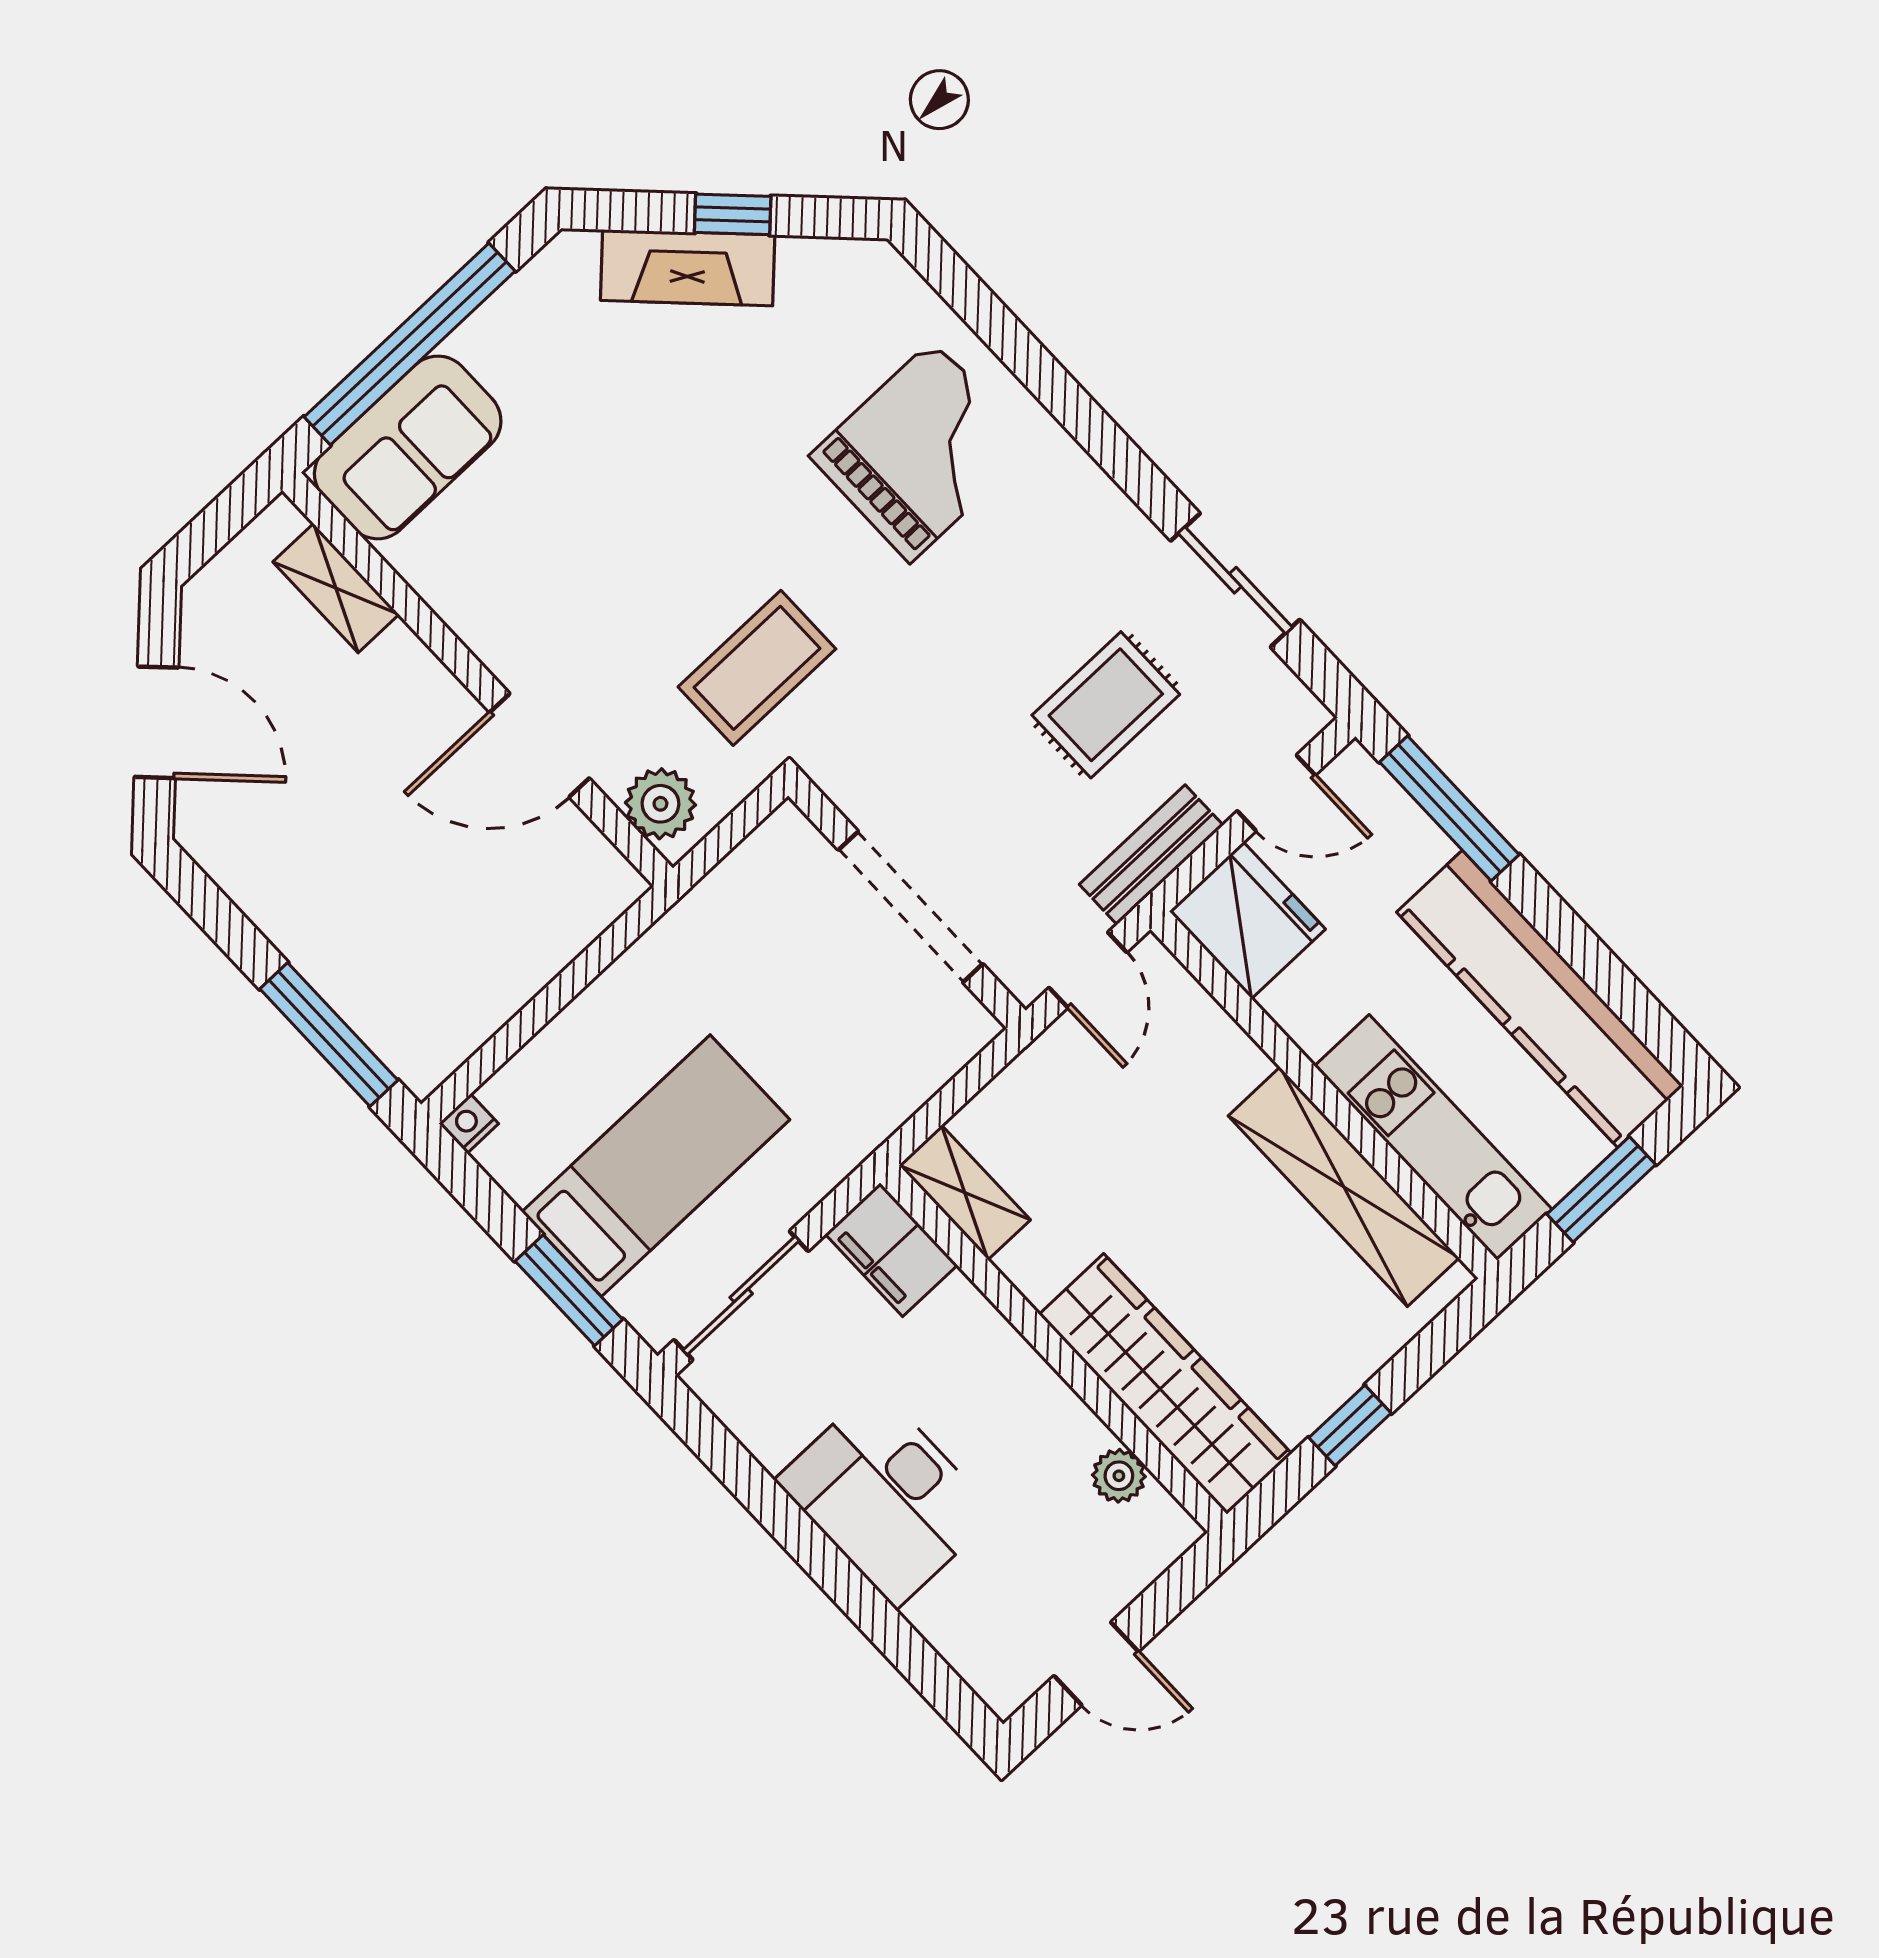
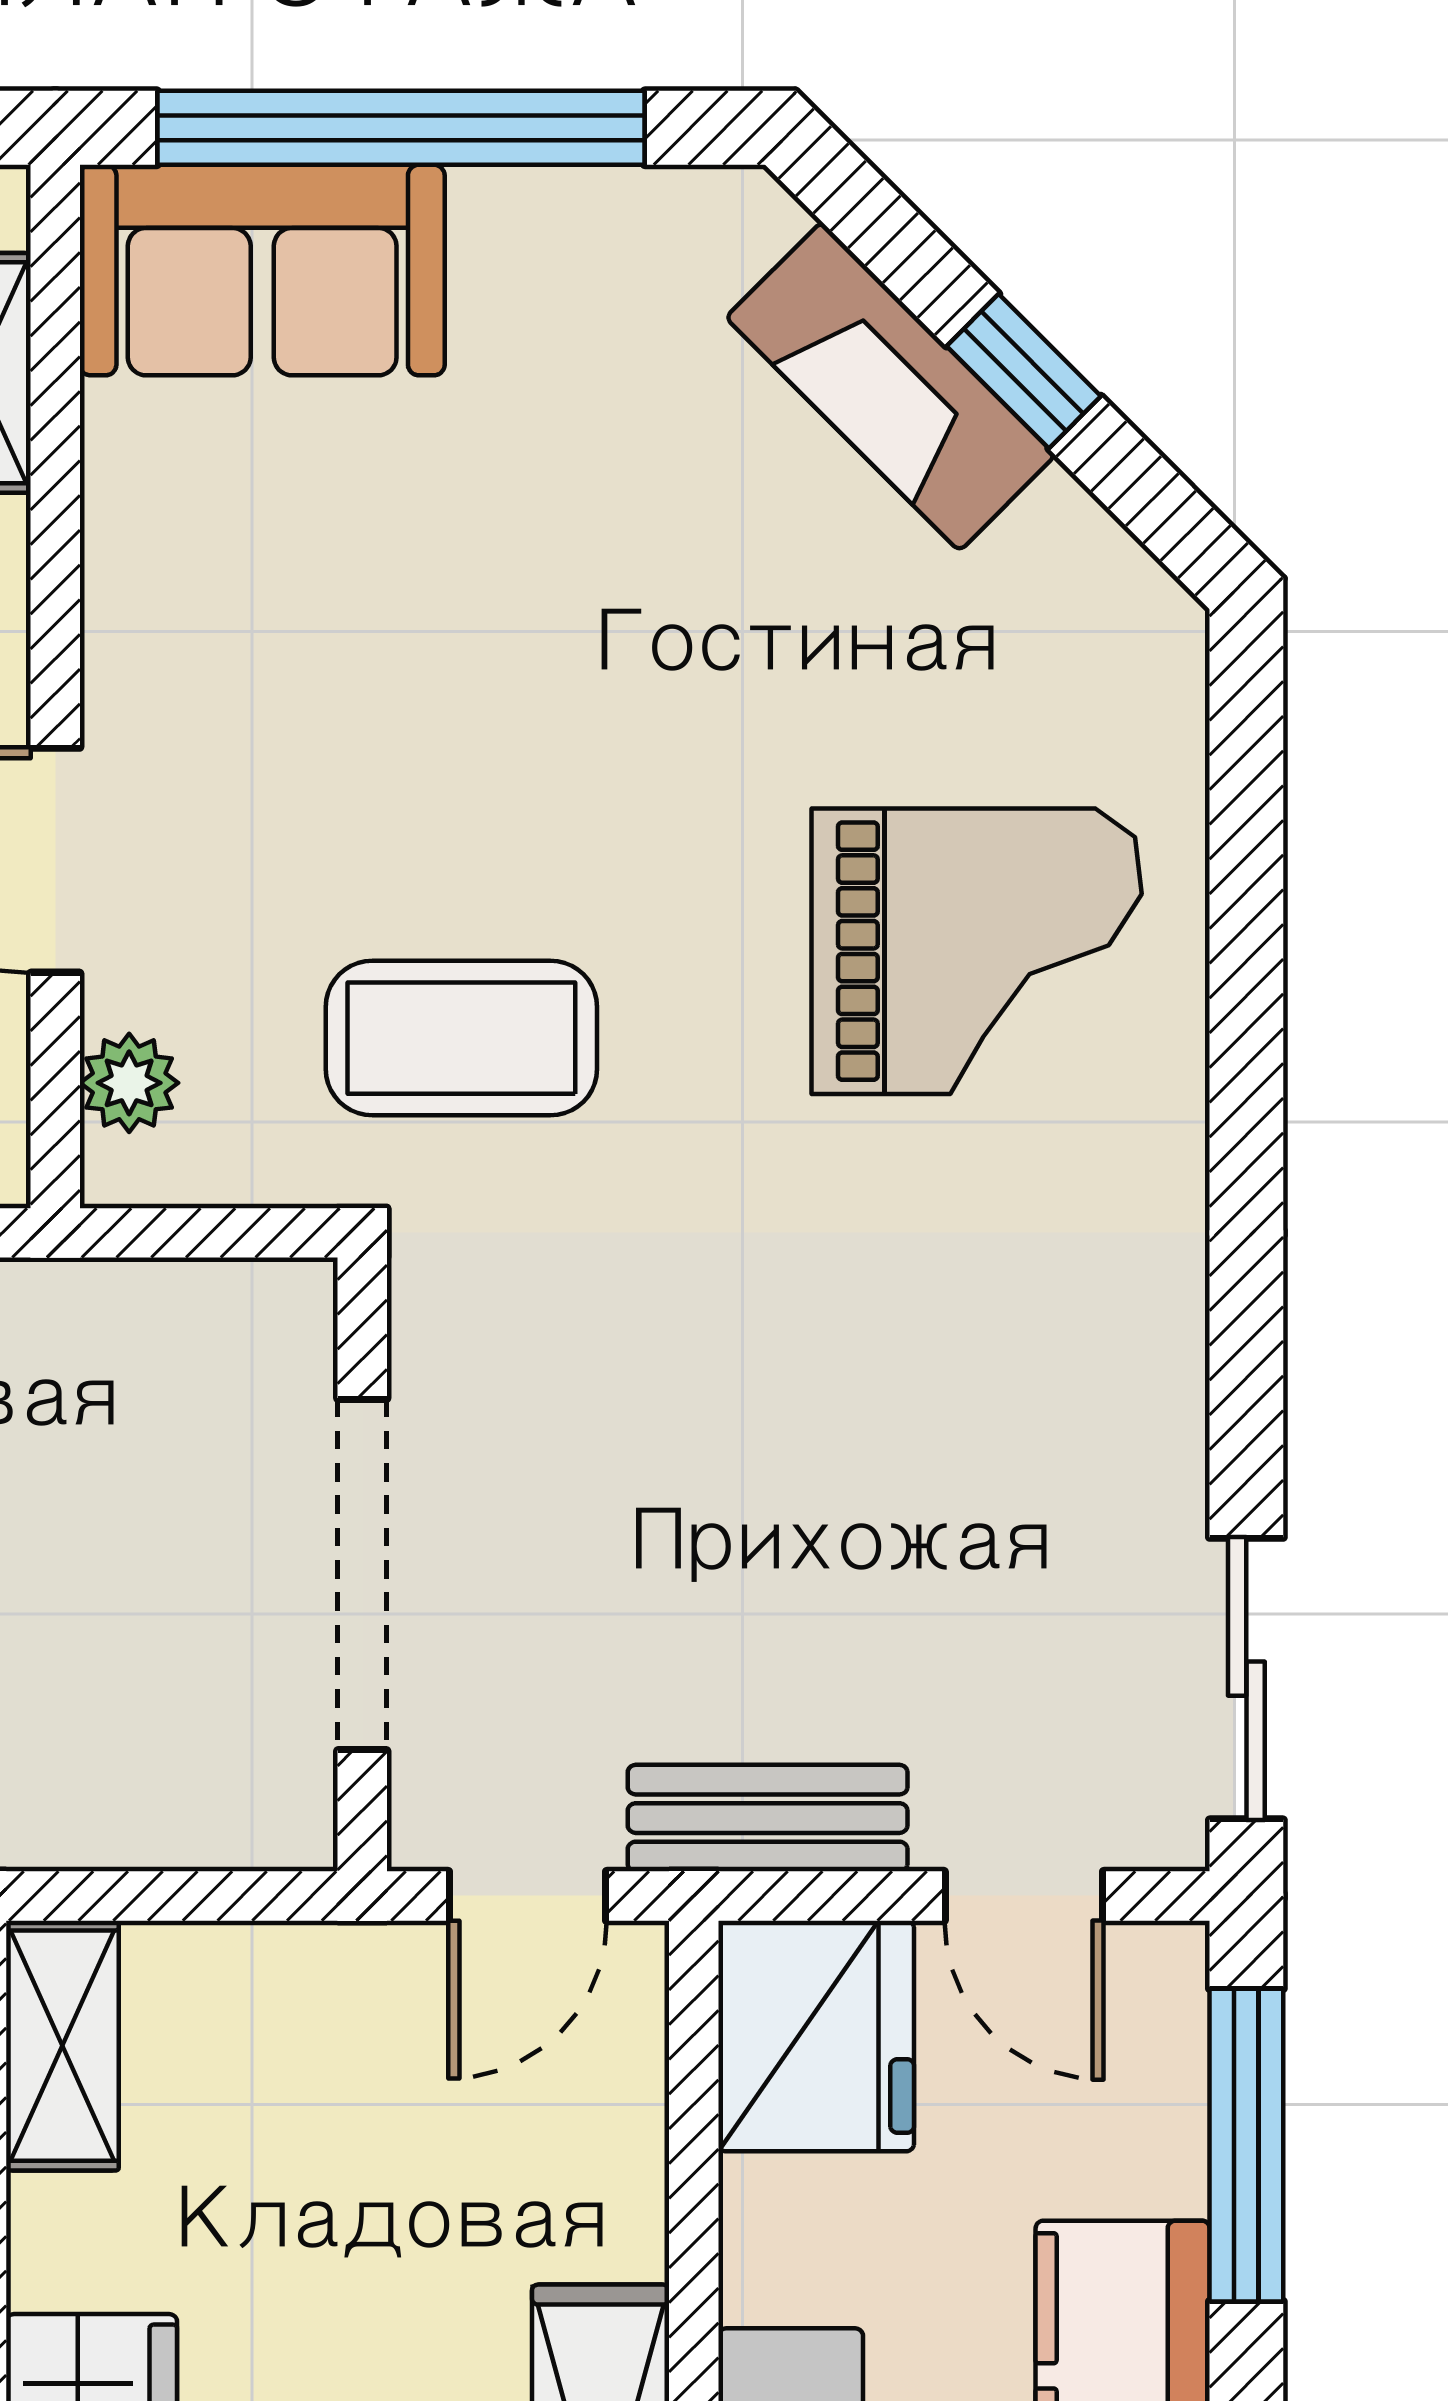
sliding door: (1235, 580) -> (1246, 1679), moved
rug: (1106, 705) -> (901, 1548), removed
plant: (660, 804) -> (129, 1083), width x0.73, depth x0.73

